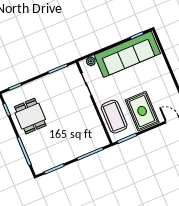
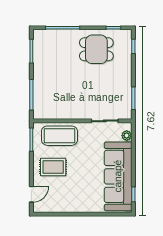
rug: (142, 111) -> (53, 167), width x0.73, depth x0.70

